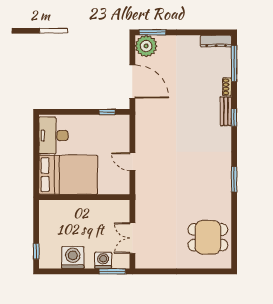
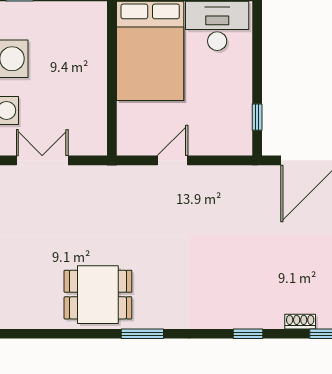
bench: (226, 111) -> (258, 320), removed
dining table: (208, 237) -> (98, 295), moved, turned 90

